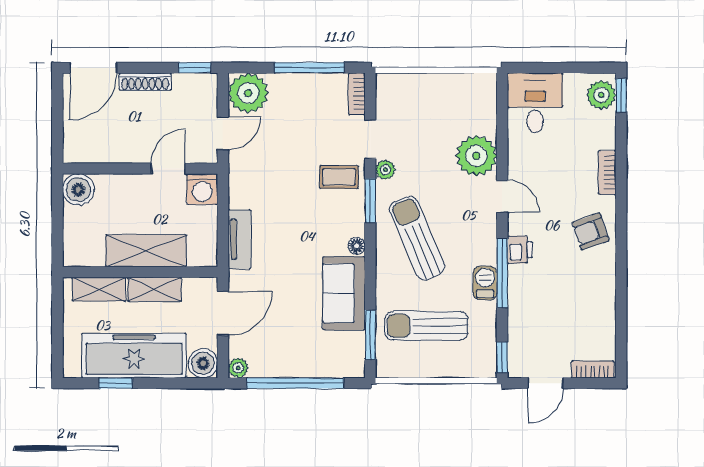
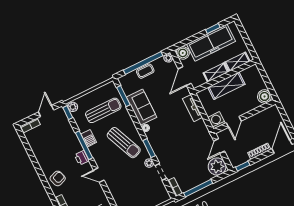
plant: (476, 156) -> (73, 107), moved, width x0.53, depth x0.53
coffee table: (339, 177) -> (145, 71), moved

